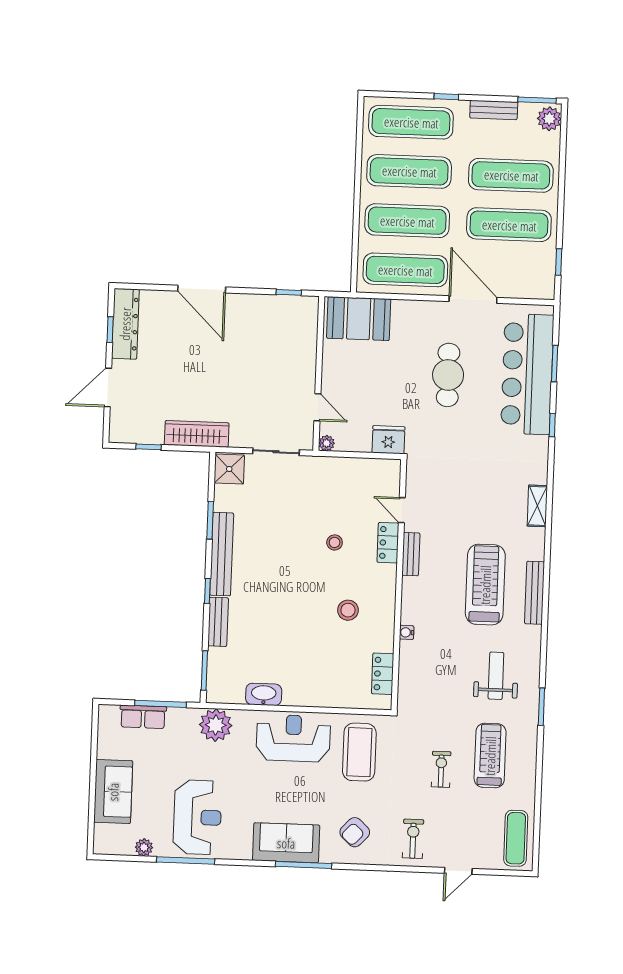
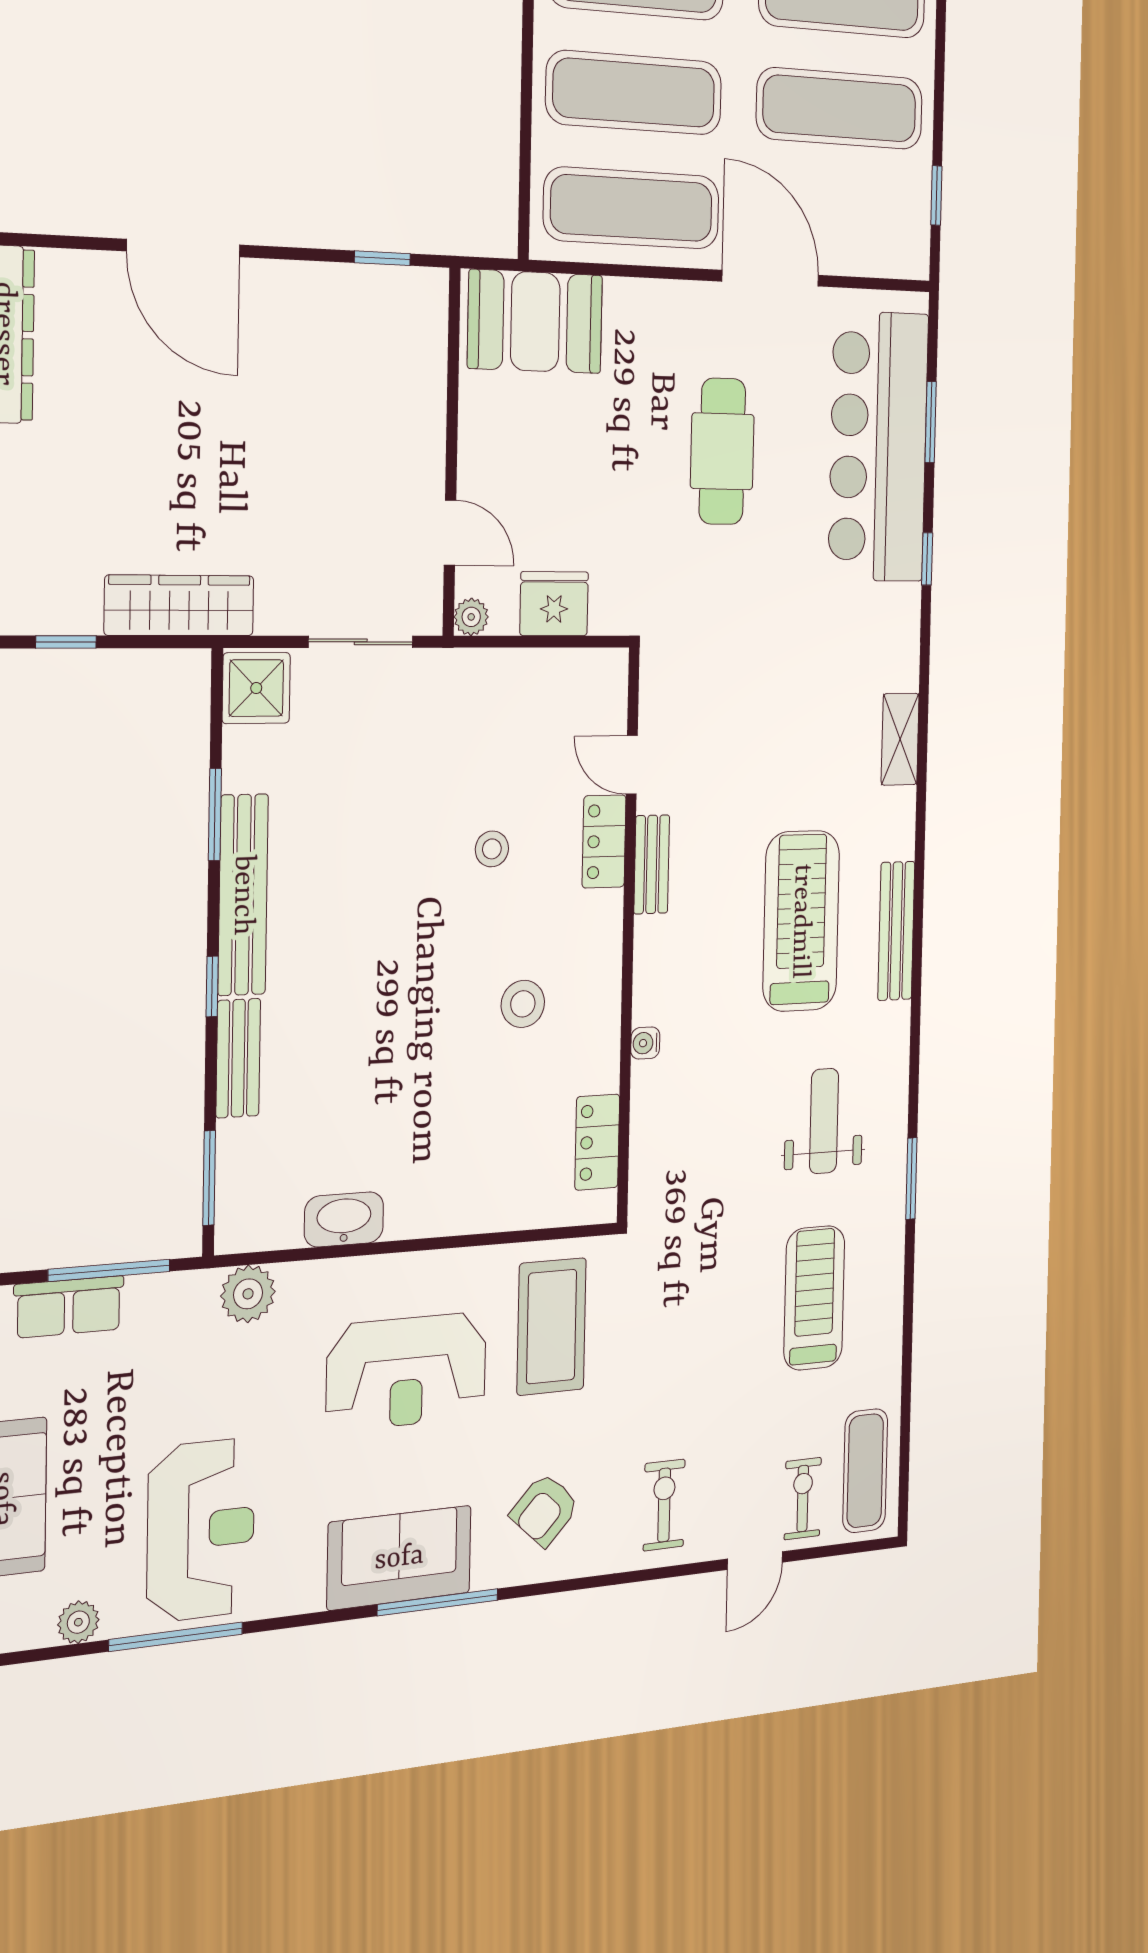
fridge: (388, 440) -> (554, 604), moved
plant: (216, 725) -> (248, 1294), width x0.73, depth x0.73
reception desk: (293, 738) -> (406, 1372), moved, turned 180
exercise bike: (441, 769) -> (803, 1499), moved

